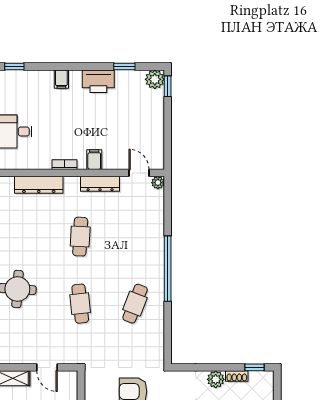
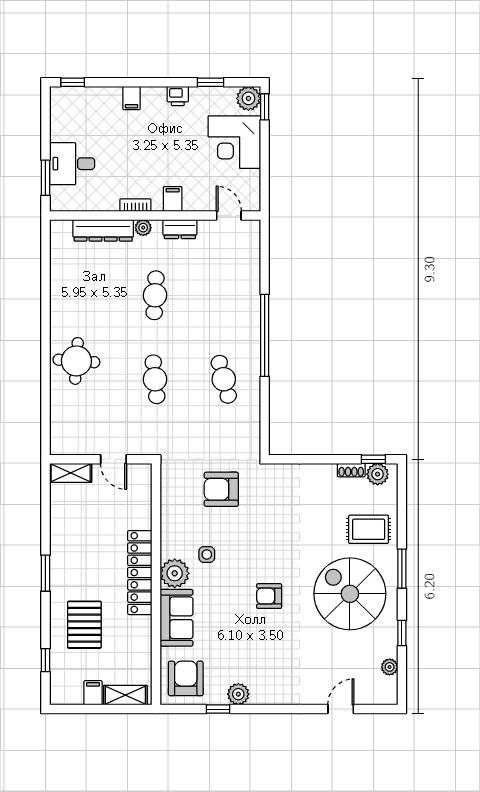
printer: (98, 81) -> (178, 96), width x0.53, depth x0.68
corner desk: (143, 114) -> (234, 142), added
plant: (158, 183) -> (143, 228), moved
dresser: (100, 184) -> (180, 229), width x0.70
cafe table: (135, 304) -> (224, 379), turned -36
plant: (216, 379) -> (378, 474), moved

